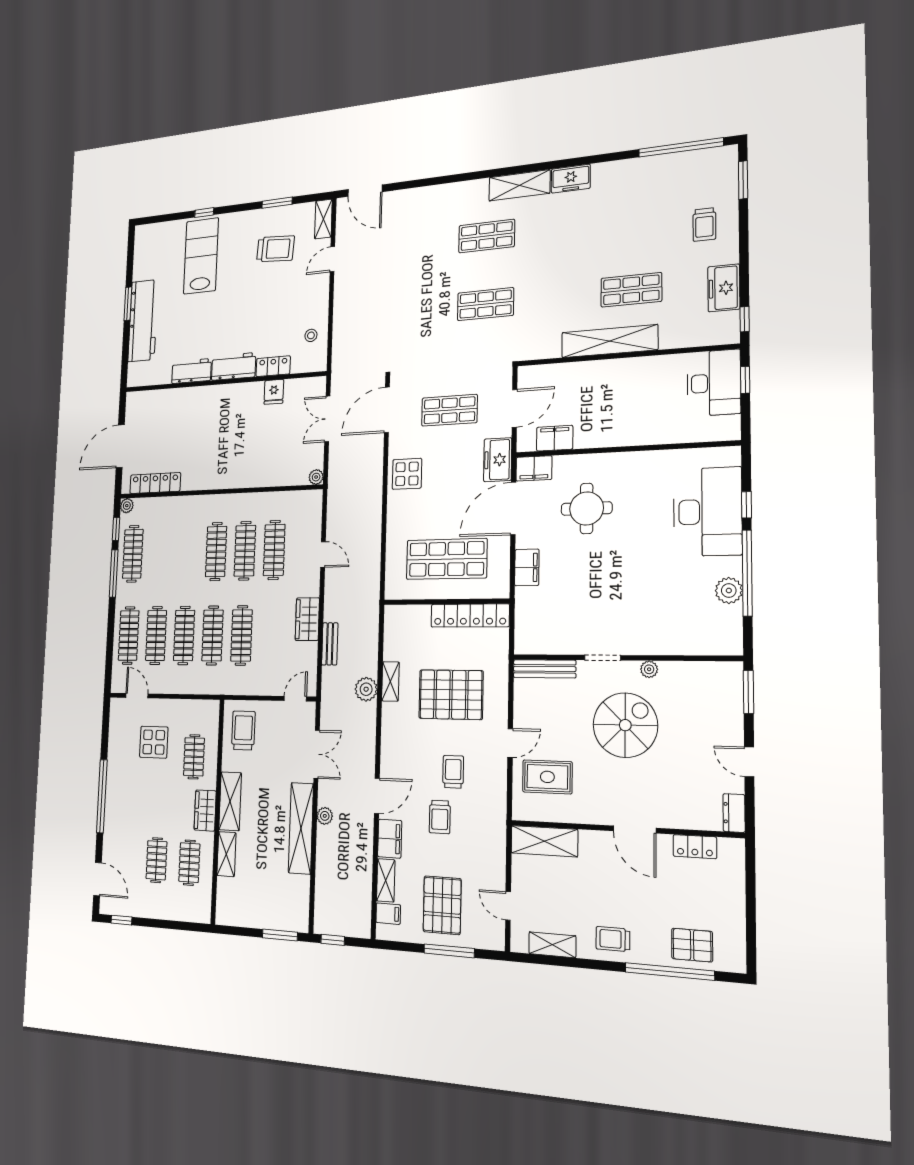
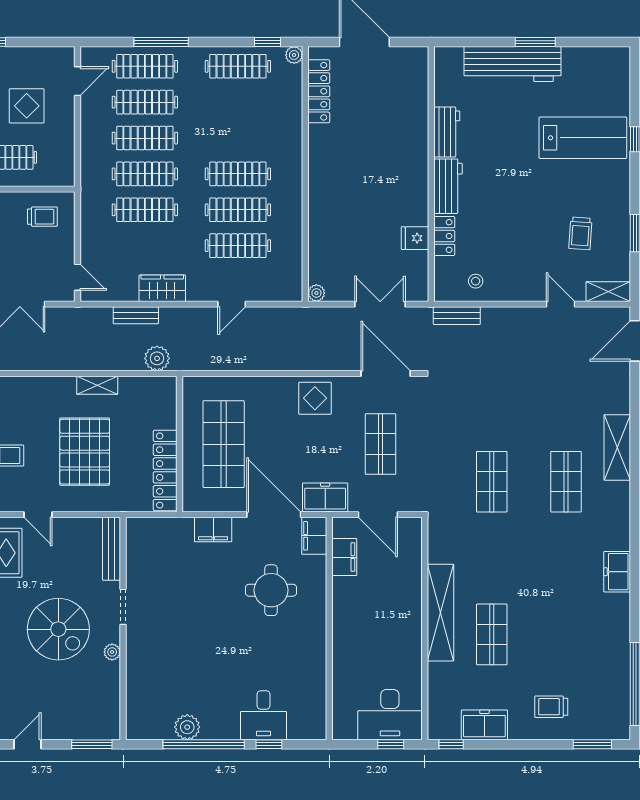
shelving: (519, 185) -> (617, 447), moved
trolley: (276, 249) -> (580, 233), width x0.73, depth x0.72
bench: (339, 349) -> (457, 316), added
desk: (707, 512) -> (264, 715), width x0.53, depth x0.77
window: (114, 573) -> (161, 42), moved
plant: (366, 689) -> (157, 358), moved
trolley: (243, 730) -> (42, 217), width x0.73, depth x0.72

